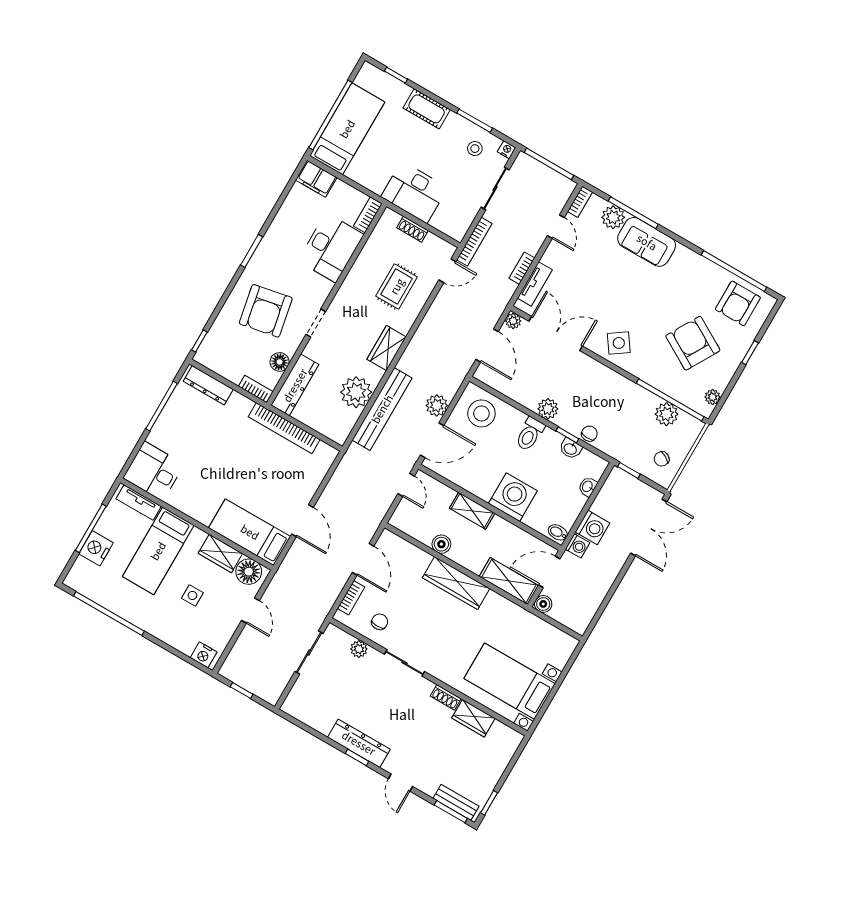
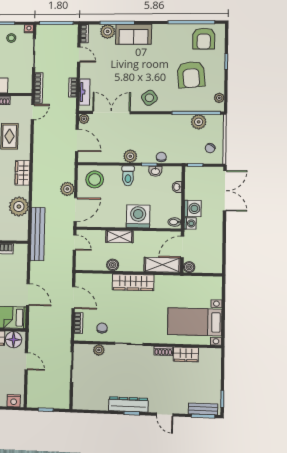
armchair: (693, 343) -> (191, 75), turned -125
bench: (382, 409) -> (38, 234), moved

